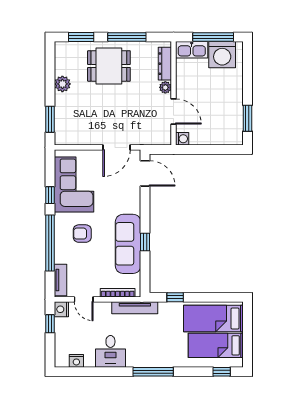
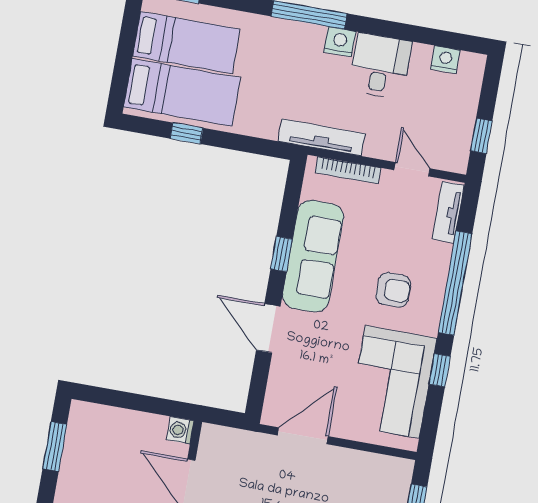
door: (145, 173) -> (268, 328), moved
window: (175, 297) -> (187, 133), moved
nightstand: (61, 309) -> (340, 42), moved, turned -90

